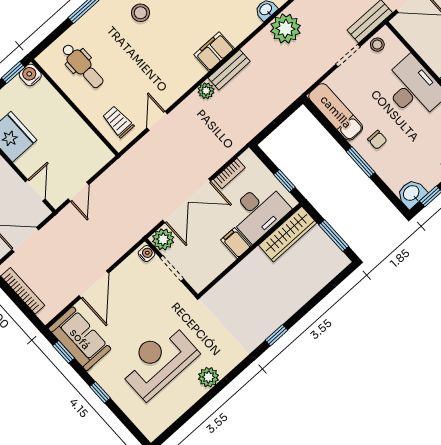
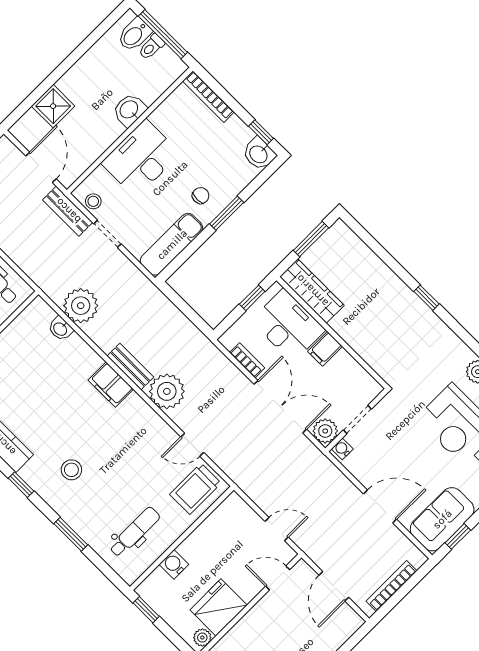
water cooler: (30, 75) -> (174, 564), moved, turned 90
plant: (206, 91) -> (167, 391), width x1.87, depth x1.87
trolley: (118, 122) -> (195, 489), width x1.36, depth x1.39

